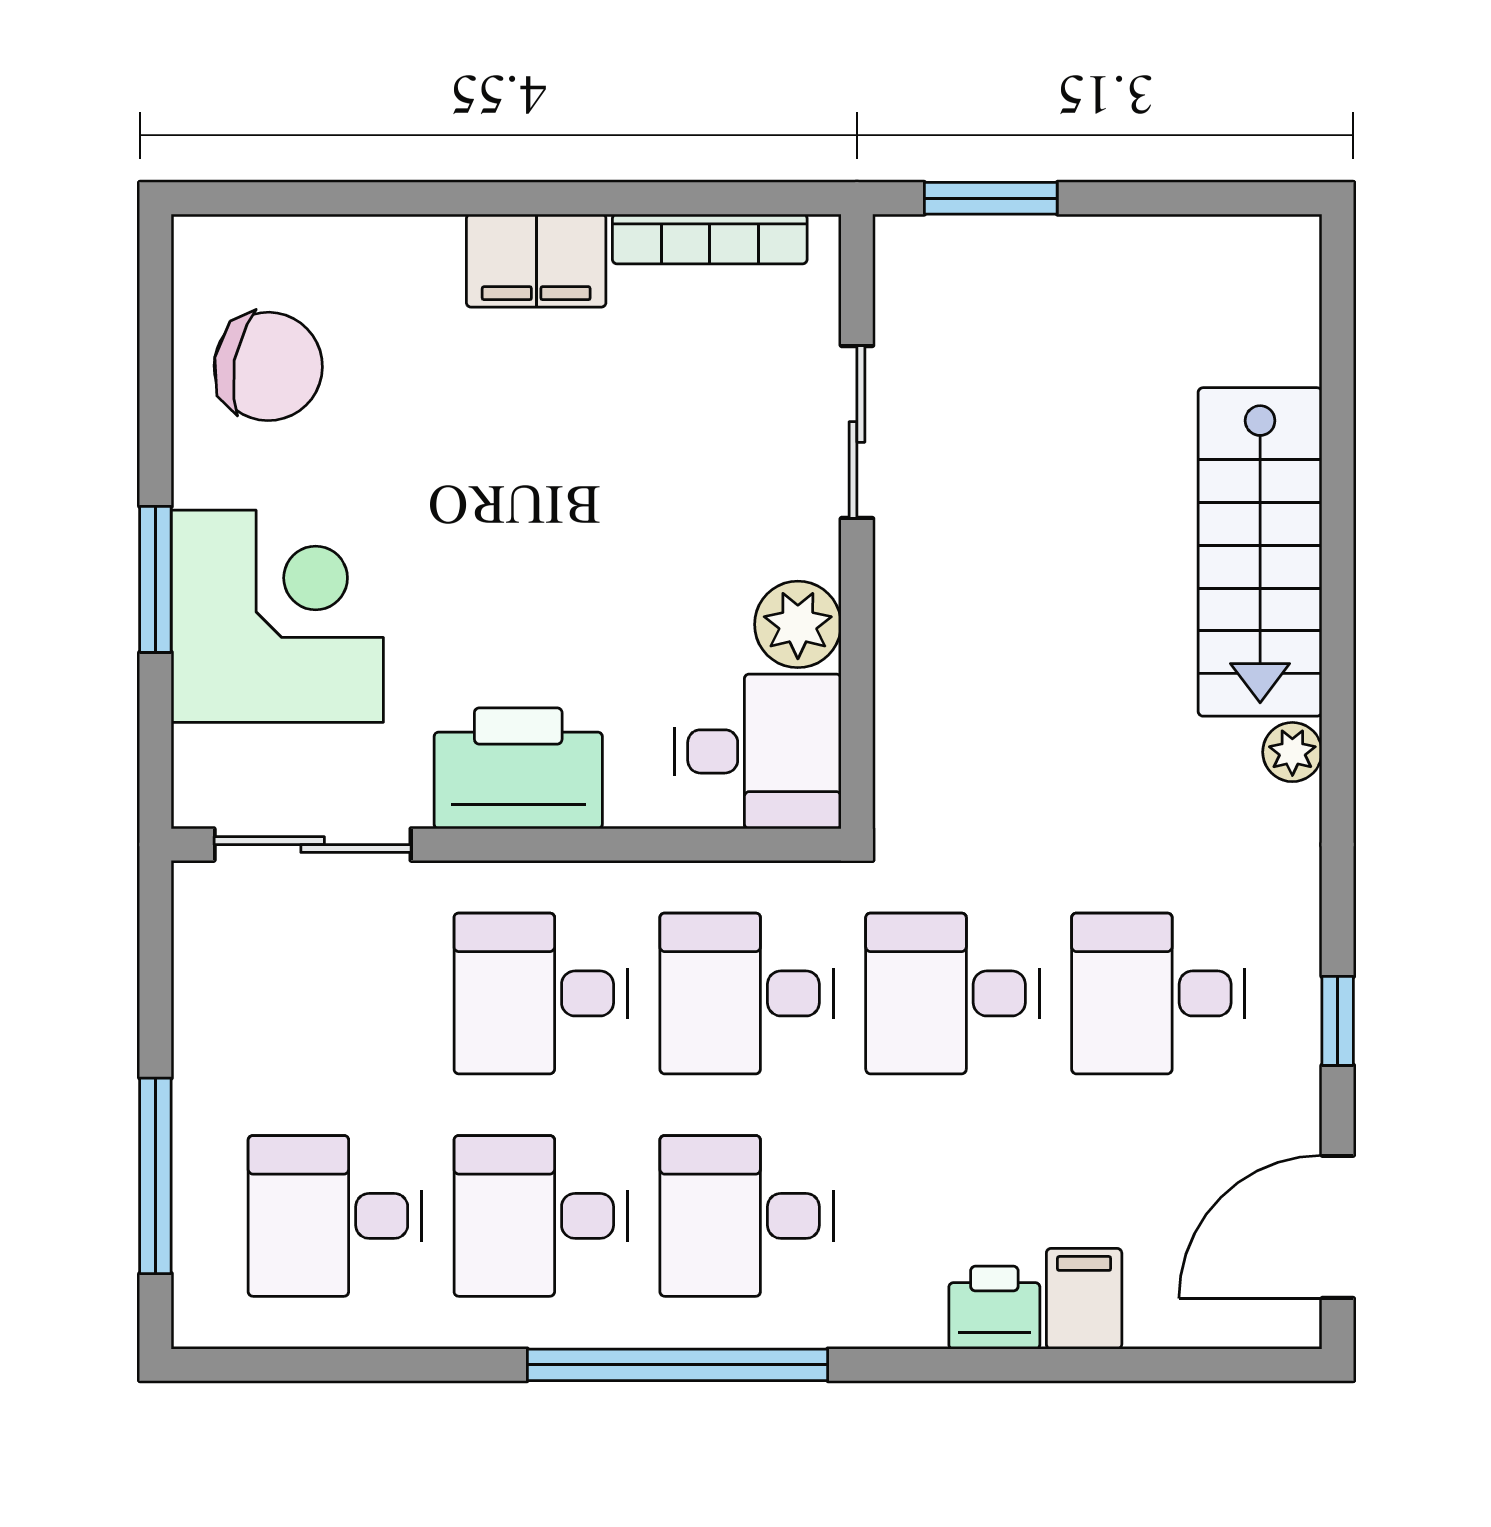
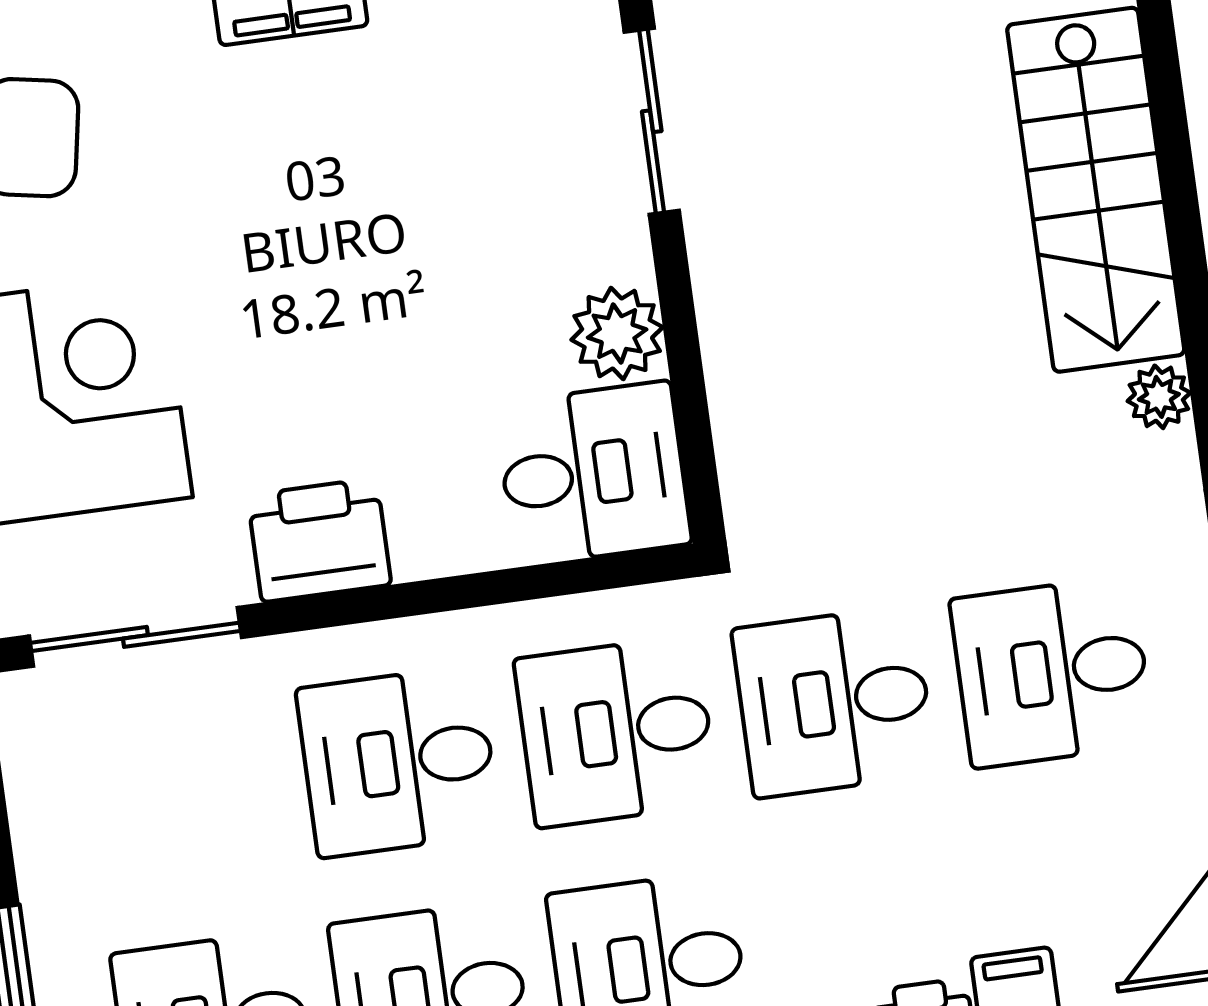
printer: (518, 768) -> (319, 540), width x0.73, depth x0.84

